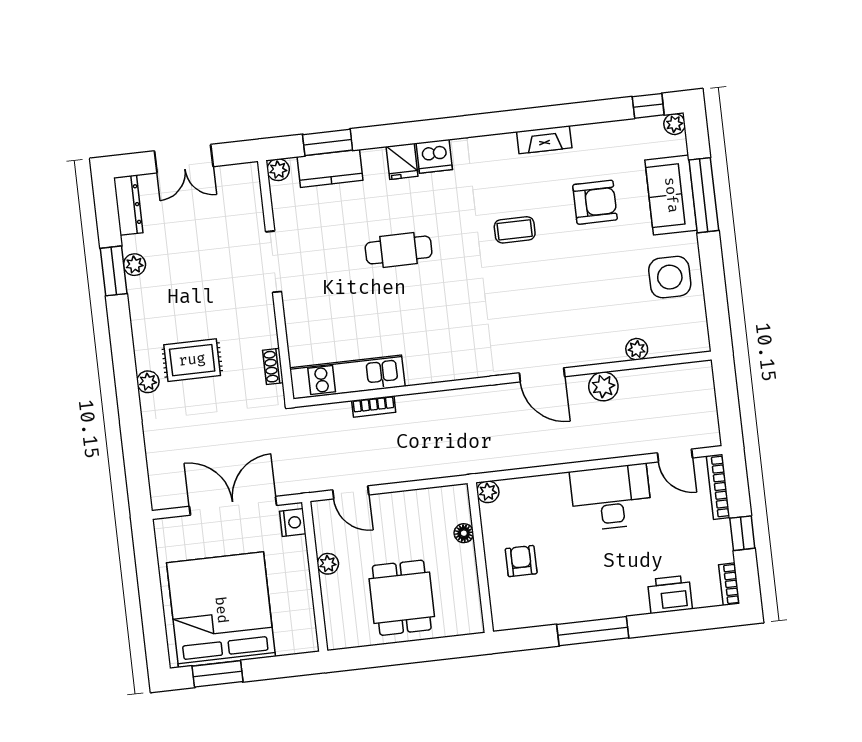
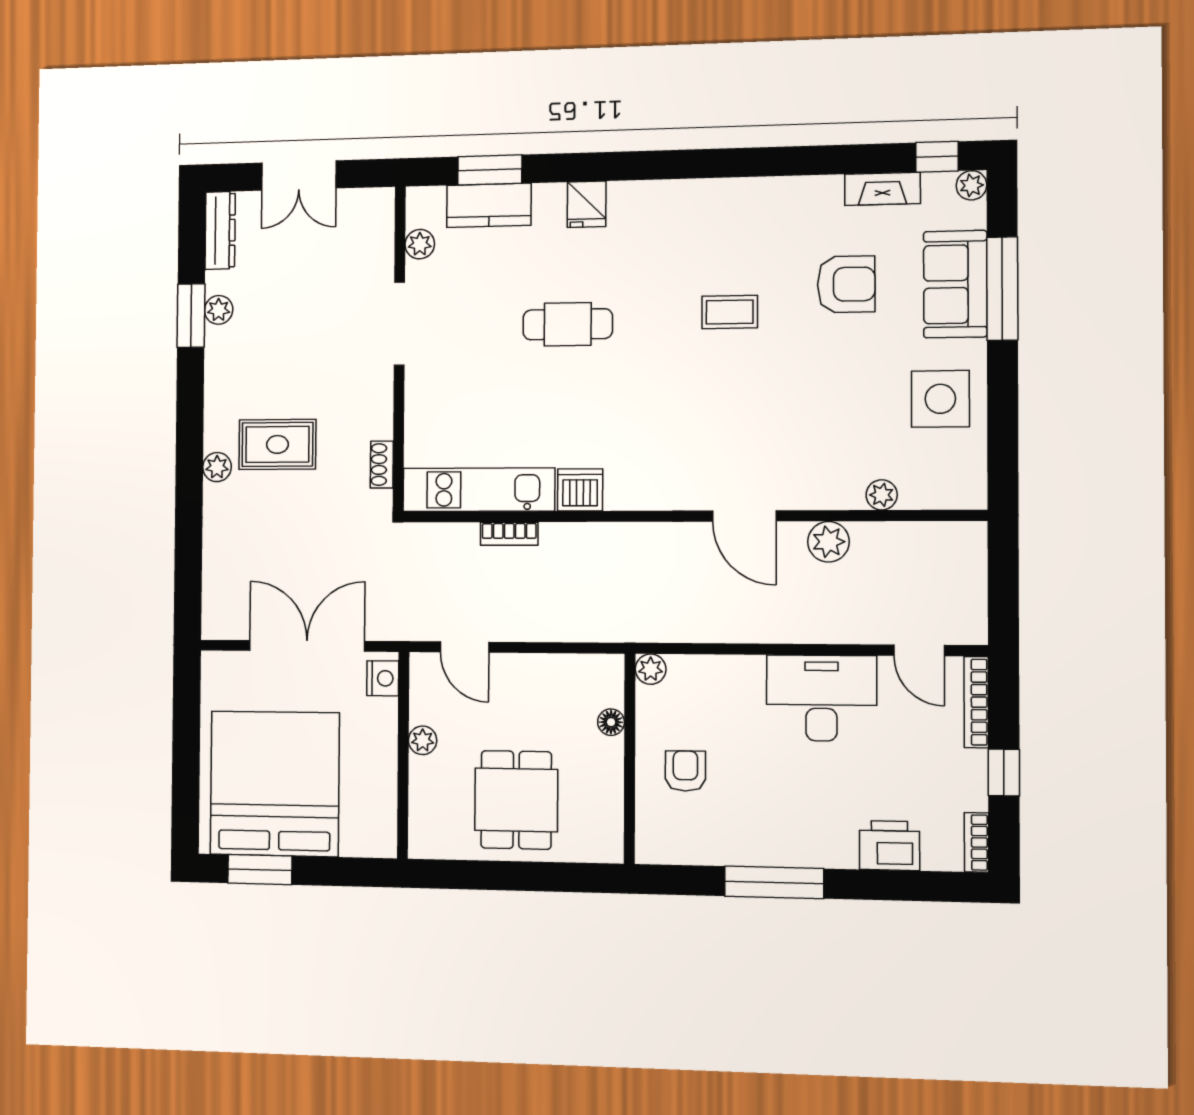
fireplace: (544, 140) -> (882, 189), moved
dishwasher: (434, 156) -> (580, 490), moved, turned 180
plant: (278, 170) -> (420, 244), moved

